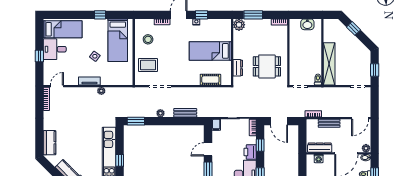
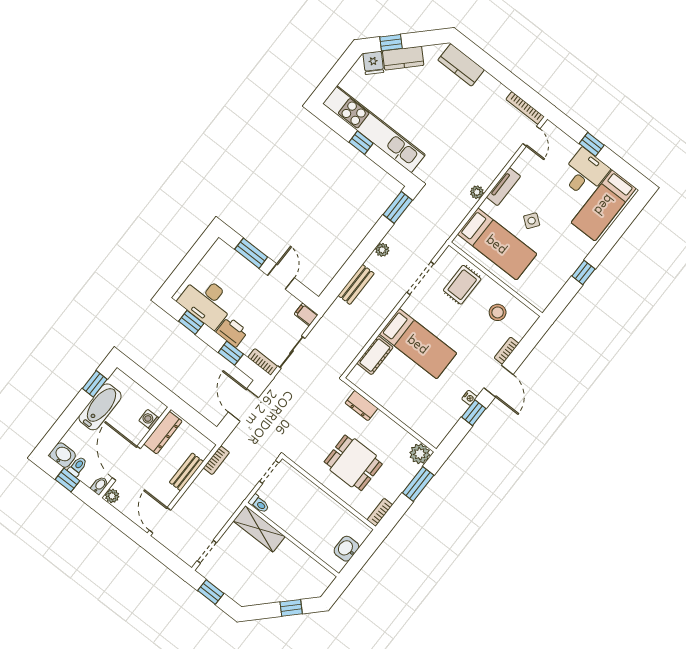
bed: (118, 40) -> (497, 244), moved, turned 180
bed: (210, 51) -> (418, 344), moved, turned 90
shelving: (329, 64) -> (259, 529), width x0.68
dining table: (267, 66) -> (353, 463), moved, turned 90
door: (279, 121) -> (243, 405), hinge flipped

